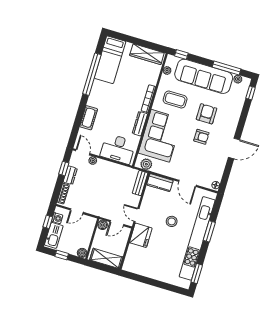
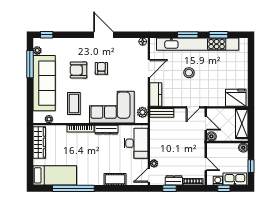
window: (181, 54) -> (30, 110), removed
fridge: (141, 235) -> (236, 98), moved
window: (197, 274) -> (218, 35), moved

